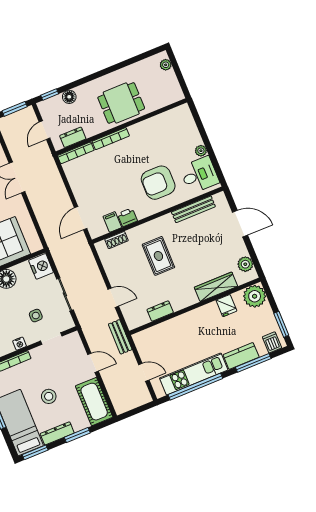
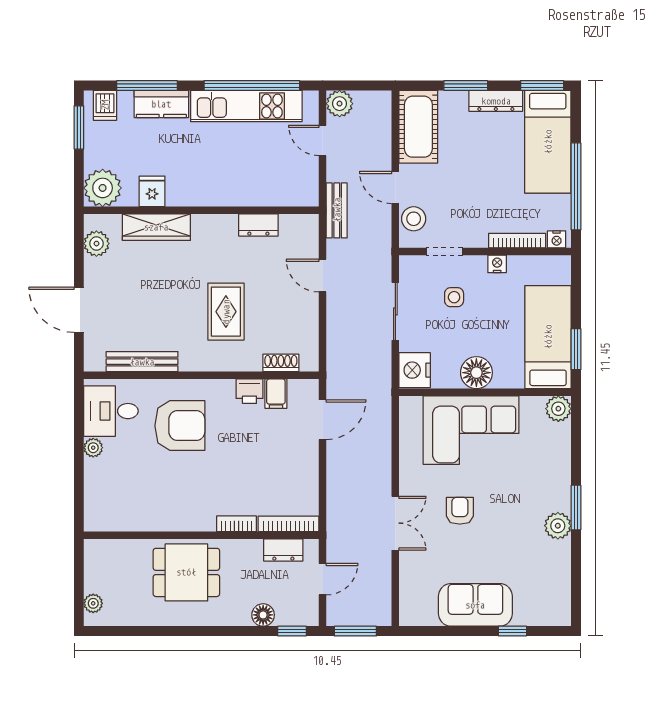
bookcase: (111, 139) -> (236, 524), width x0.64
stool: (49, 396) -> (414, 219), moved
plant: (143, 396) -> (340, 104), added

